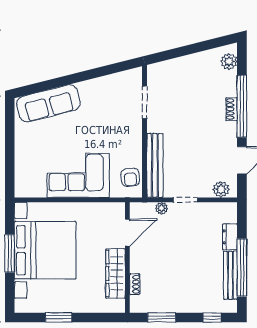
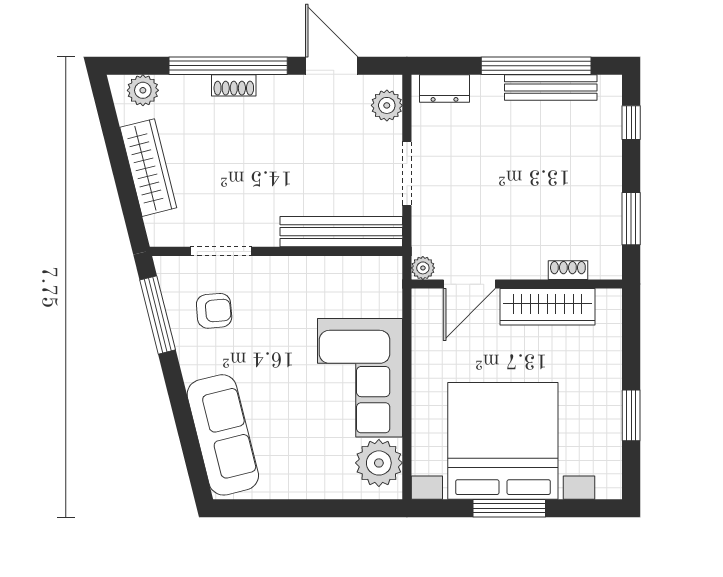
wardrobe: (188, 64) -> (148, 168), added
window: (111, 69) -> (158, 315), added
armchair: (130, 177) -> (214, 311), moved
plant: (34, 185) -> (379, 463), added
doorway: (185, 200) -> (407, 174), width x1.38
plant: (162, 208) -> (423, 268), moved
door: (127, 233) -> (469, 284), swing flipped
dresser: (230, 237) -> (444, 89), moved

